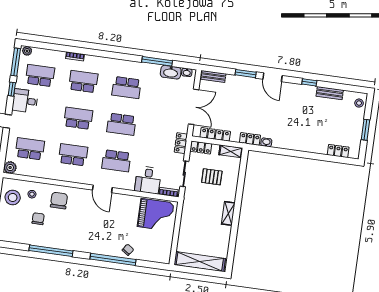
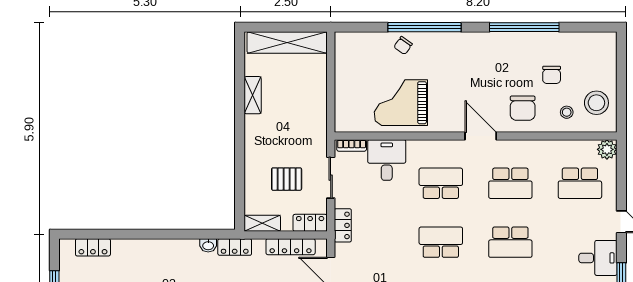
door: (102, 189) -> (481, 136), moved
shelving: (228, 213) -> (253, 95), moved
grand piano: (156, 215) -> (401, 103), moved

